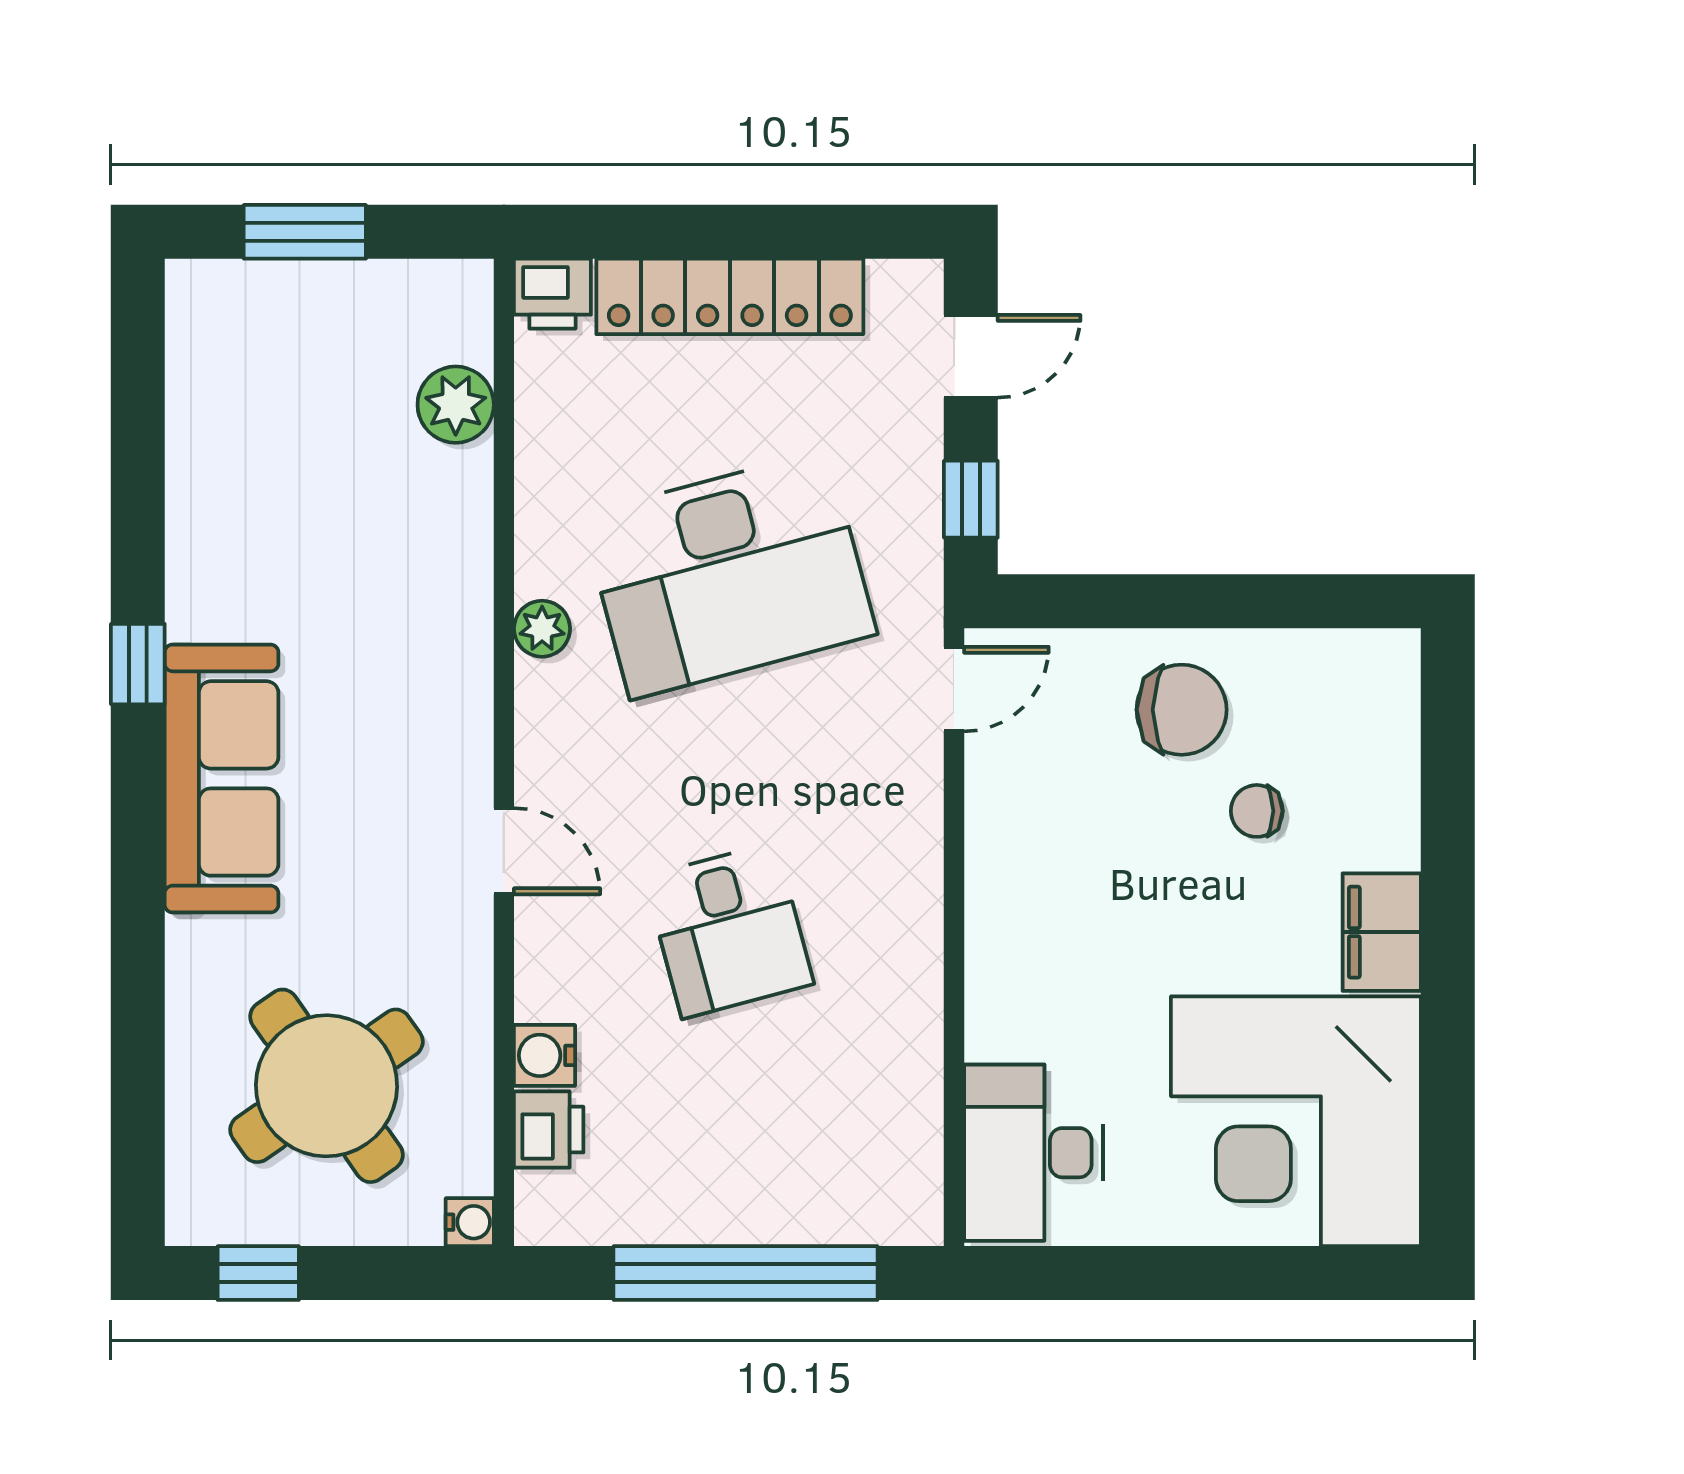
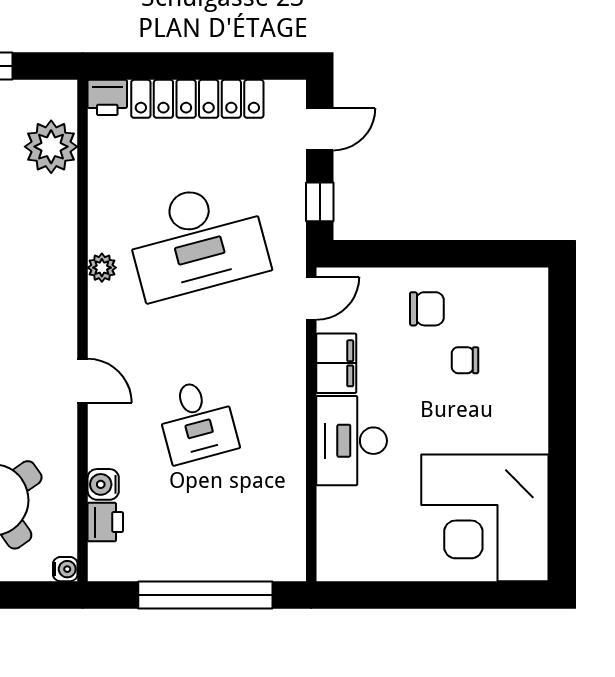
plant: (456, 405) -> (51, 147), width x1.36, depth x1.36
chair: (1182, 710) -> (427, 309), width x0.73, depth x0.73
filing cabinet: (1382, 932) -> (336, 363), moved, turned 180
desk: (1033, 1153) -> (352, 441), moved

